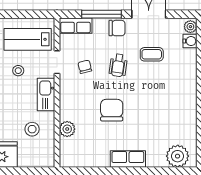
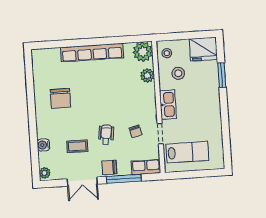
water cooler: (190, 41) -> (43, 145), moved
stool: (18, 71) -> (167, 53), moved
chair: (112, 110) -> (60, 98), moved
plant: (178, 156) -> (143, 52), moved
row of seats: (128, 159) -> (92, 53), width x2.02

